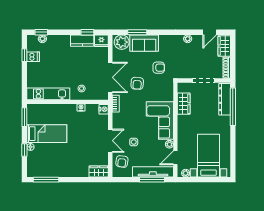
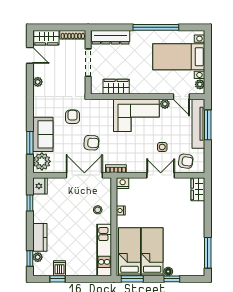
kitchen counter: (82, 41) -> (40, 237), moved
window: (233, 107) -> (156, 27), moved
bed: (47, 115) -> (130, 252), added

